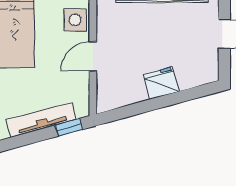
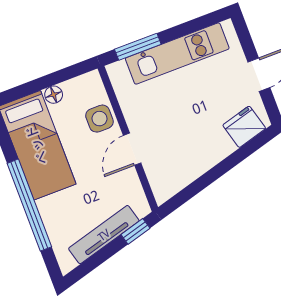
fridge: (161, 83) -> (244, 127), moved

